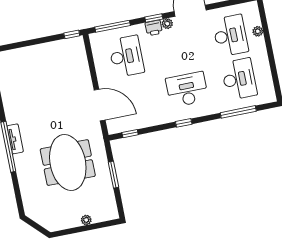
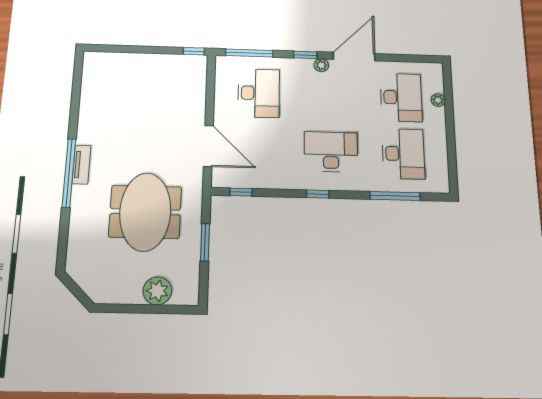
printer: (154, 28) -> (302, 67), removed
plant: (86, 220) -> (157, 291), width x1.87, depth x1.87

